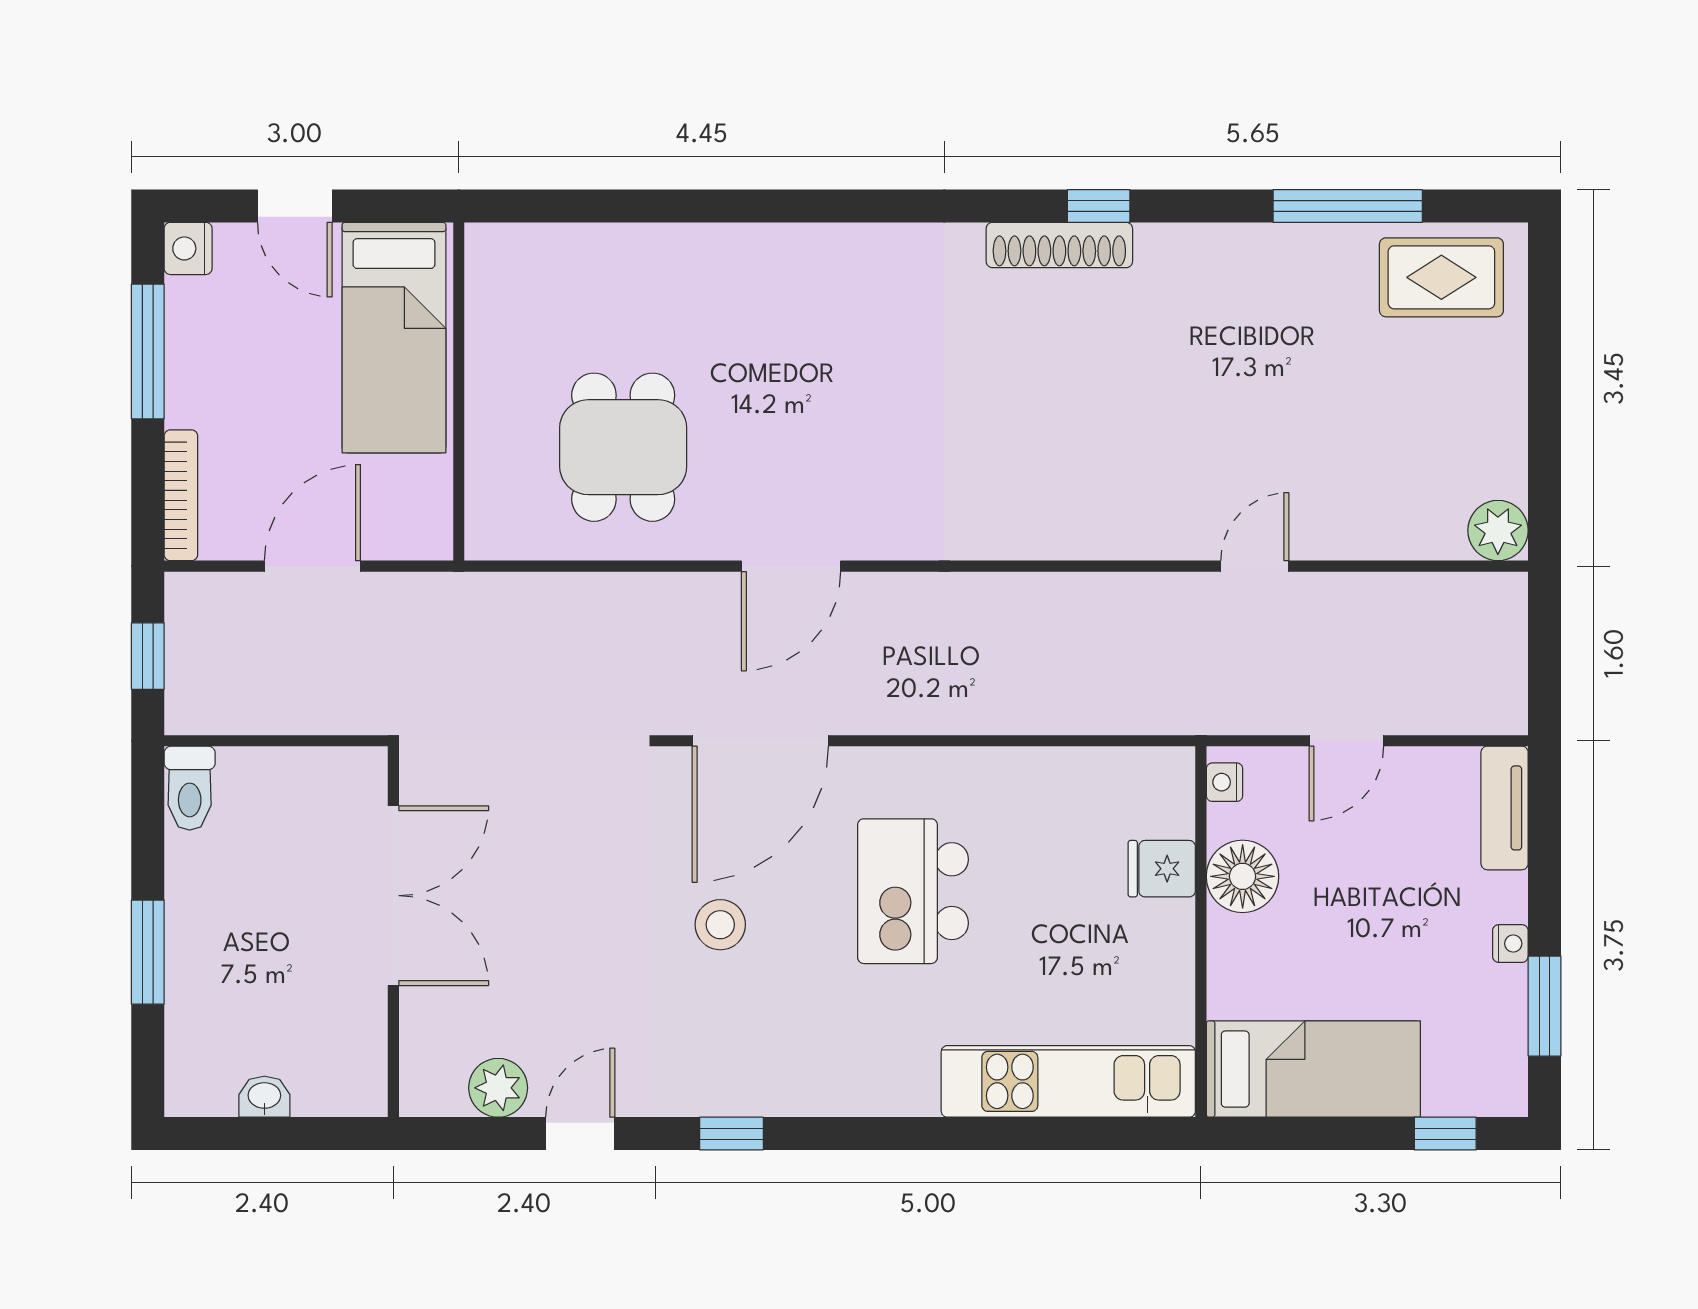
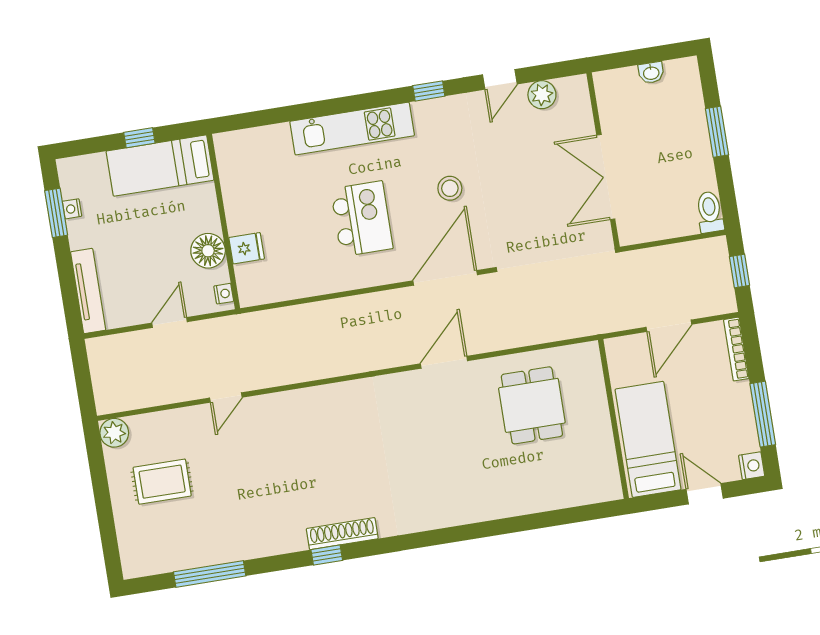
rug: (1441, 277) -> (162, 482), moved
tv unit: (1505, 808) -> (88, 291), width x1.41
nightstand: (1510, 944) -> (72, 209), moved
kitchen unit: (1068, 1081) -> (352, 128), moved
window: (1445, 1134) -> (139, 138), moved

